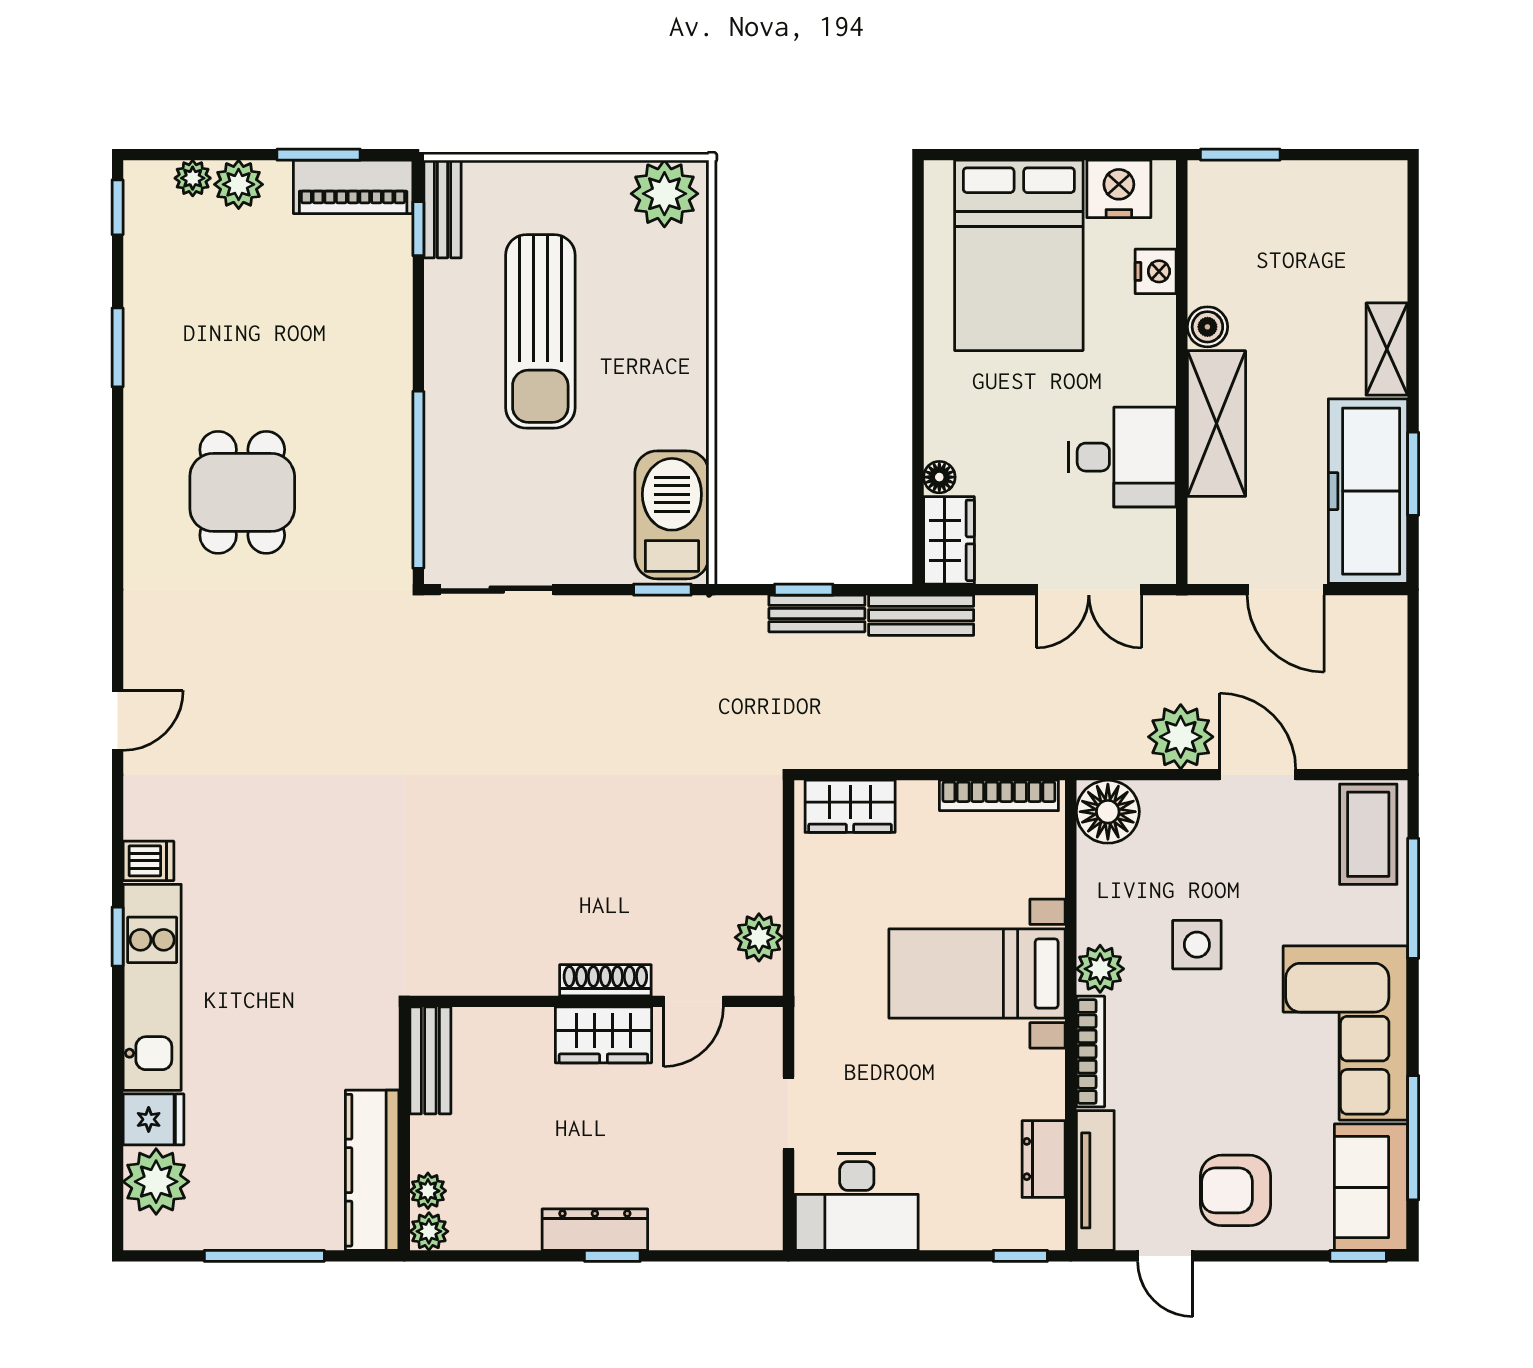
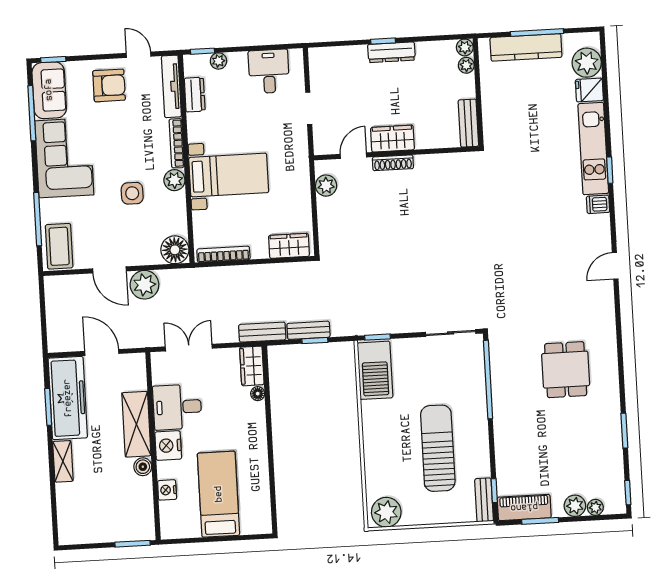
nightstand: (1119, 189) -> (168, 446), moved, turned 90
bed: (1019, 255) -> (219, 494), width x0.67
kitchen counter: (372, 1170) -> (526, 47), moved, turned 90
desk: (857, 1202) -> (269, 71), width x0.73
plant: (986, 1232) -> (218, 61), added

